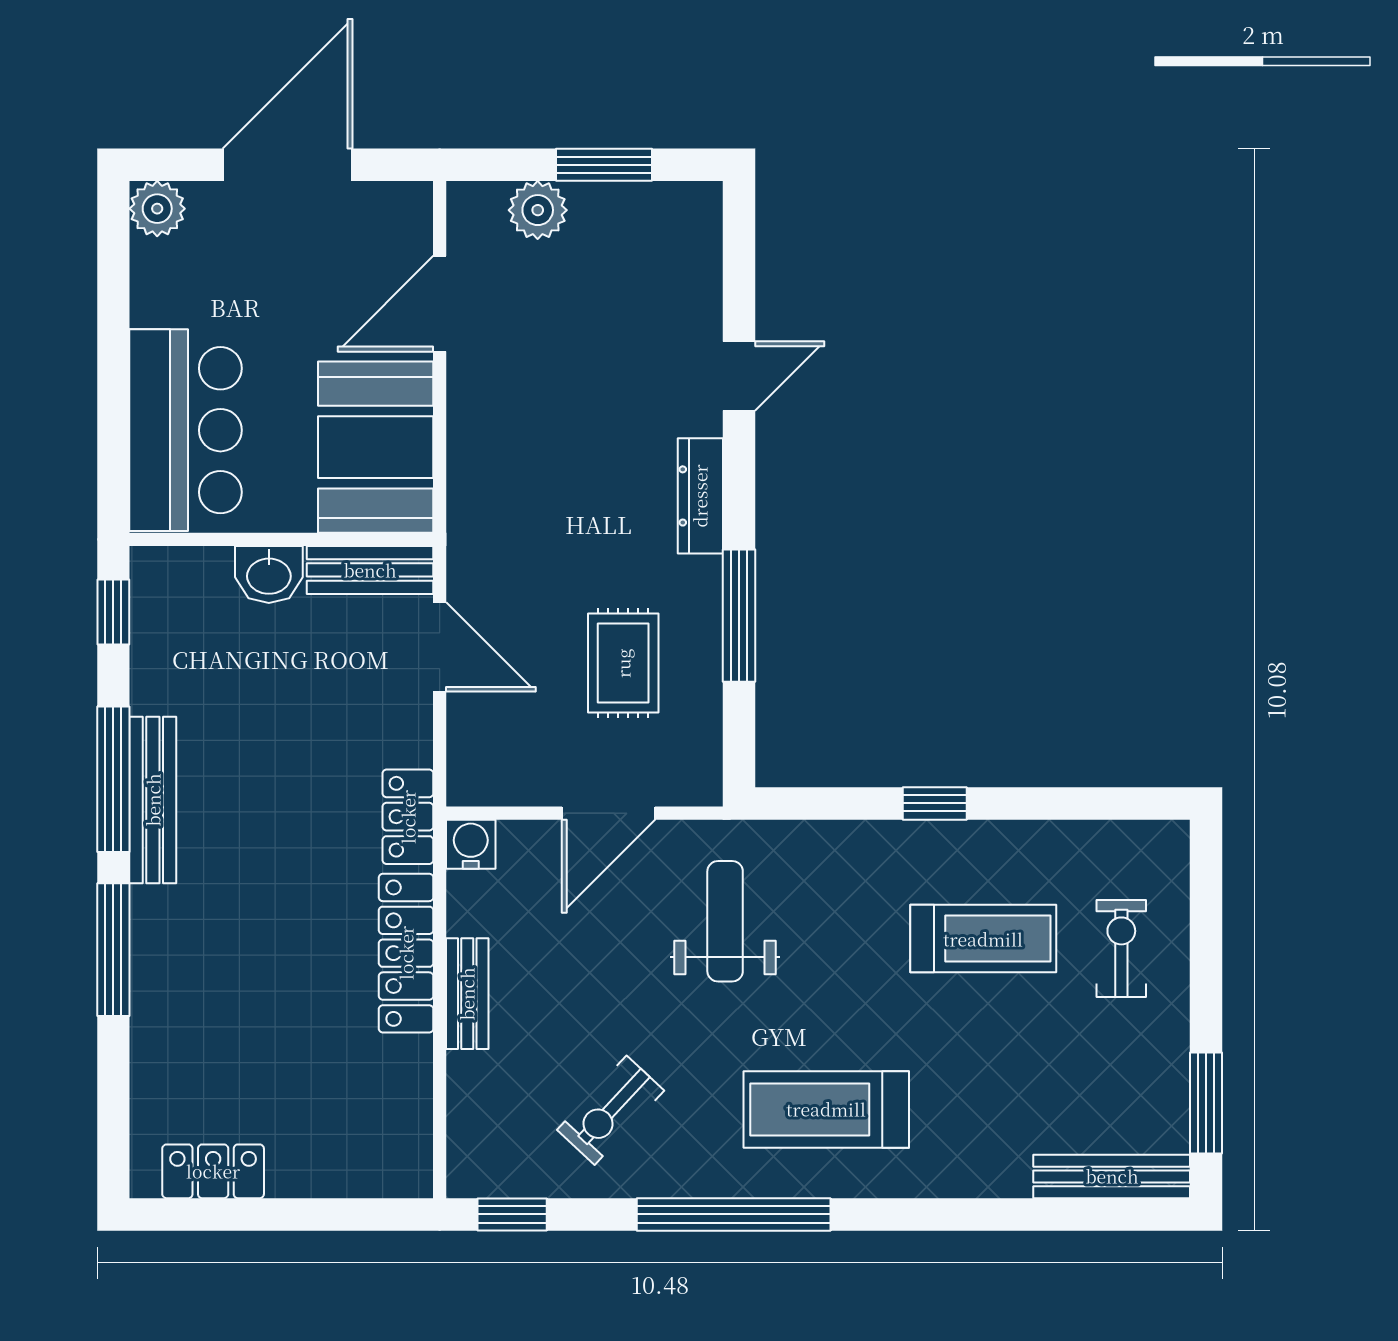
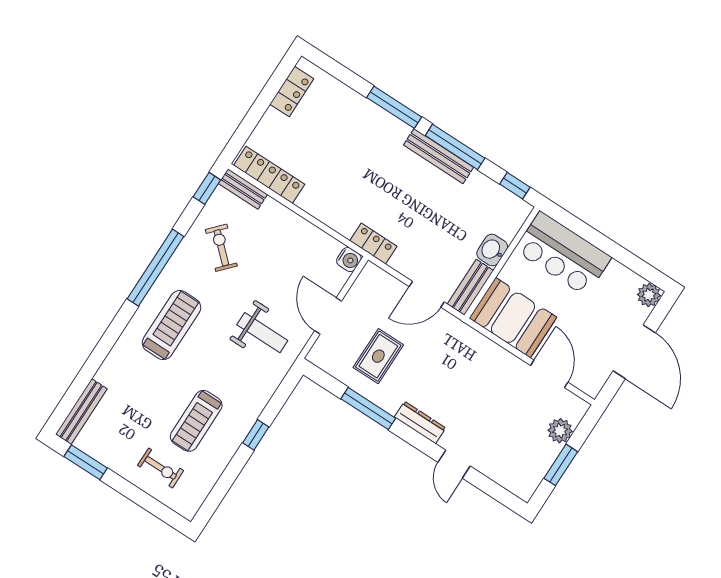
rug: (623, 663) -> (378, 356), turned 90
locker: (406, 953) -> (269, 175), moved
bench: (467, 994) -> (243, 189), moved

